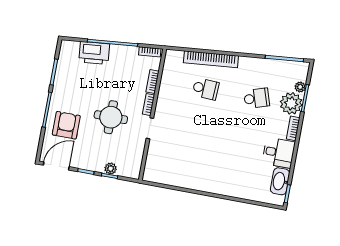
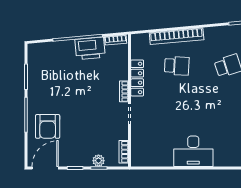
printer: (94, 53) -> (90, 48), moved
bookcase: (152, 82) -> (124, 152), moved
locker: (164, 94) -> (137, 78), added
round table: (111, 117) -> (89, 111), removed
armchair: (66, 125) -> (48, 126), turned 180
desk: (206, 177) -> (193, 151), added

